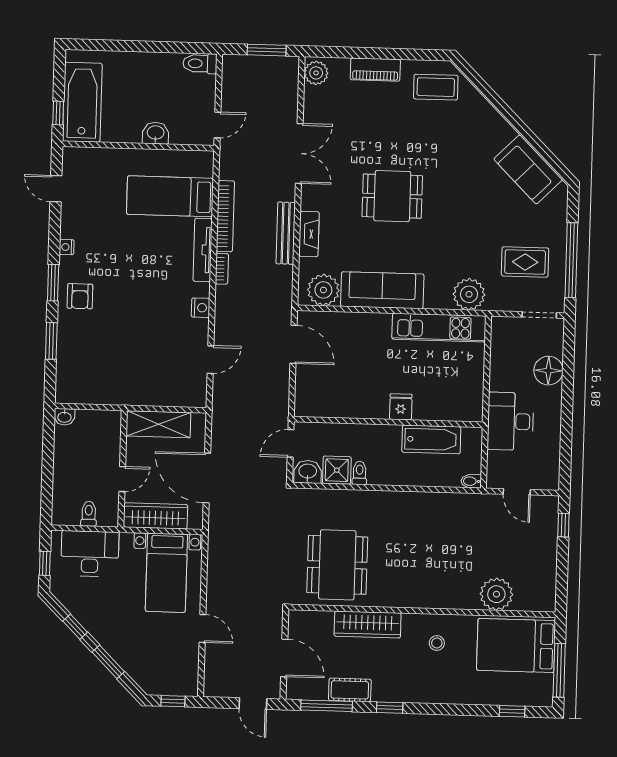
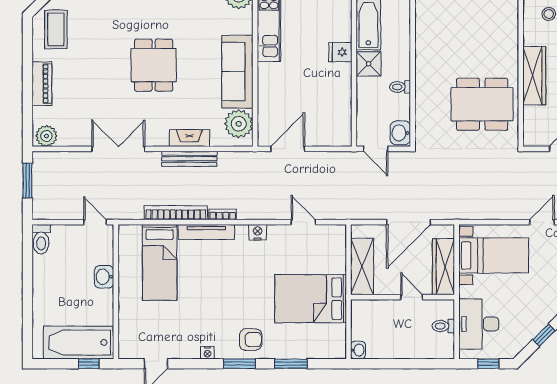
bed: (124, 365) -> (311, 299), added
shower: (337, 470) -> (369, 64), moved

